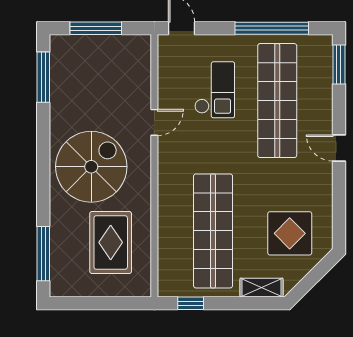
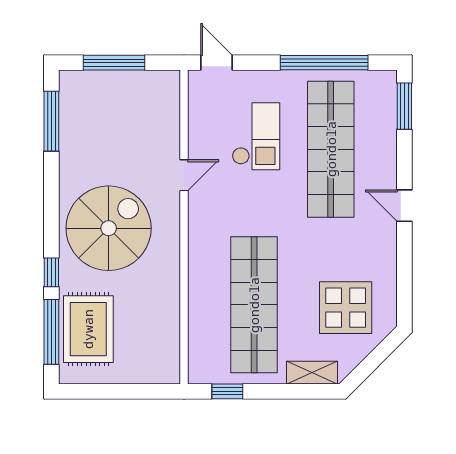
window: (43, 204) -> (51, 272), added
rug: (111, 242) -> (88, 329), moved

